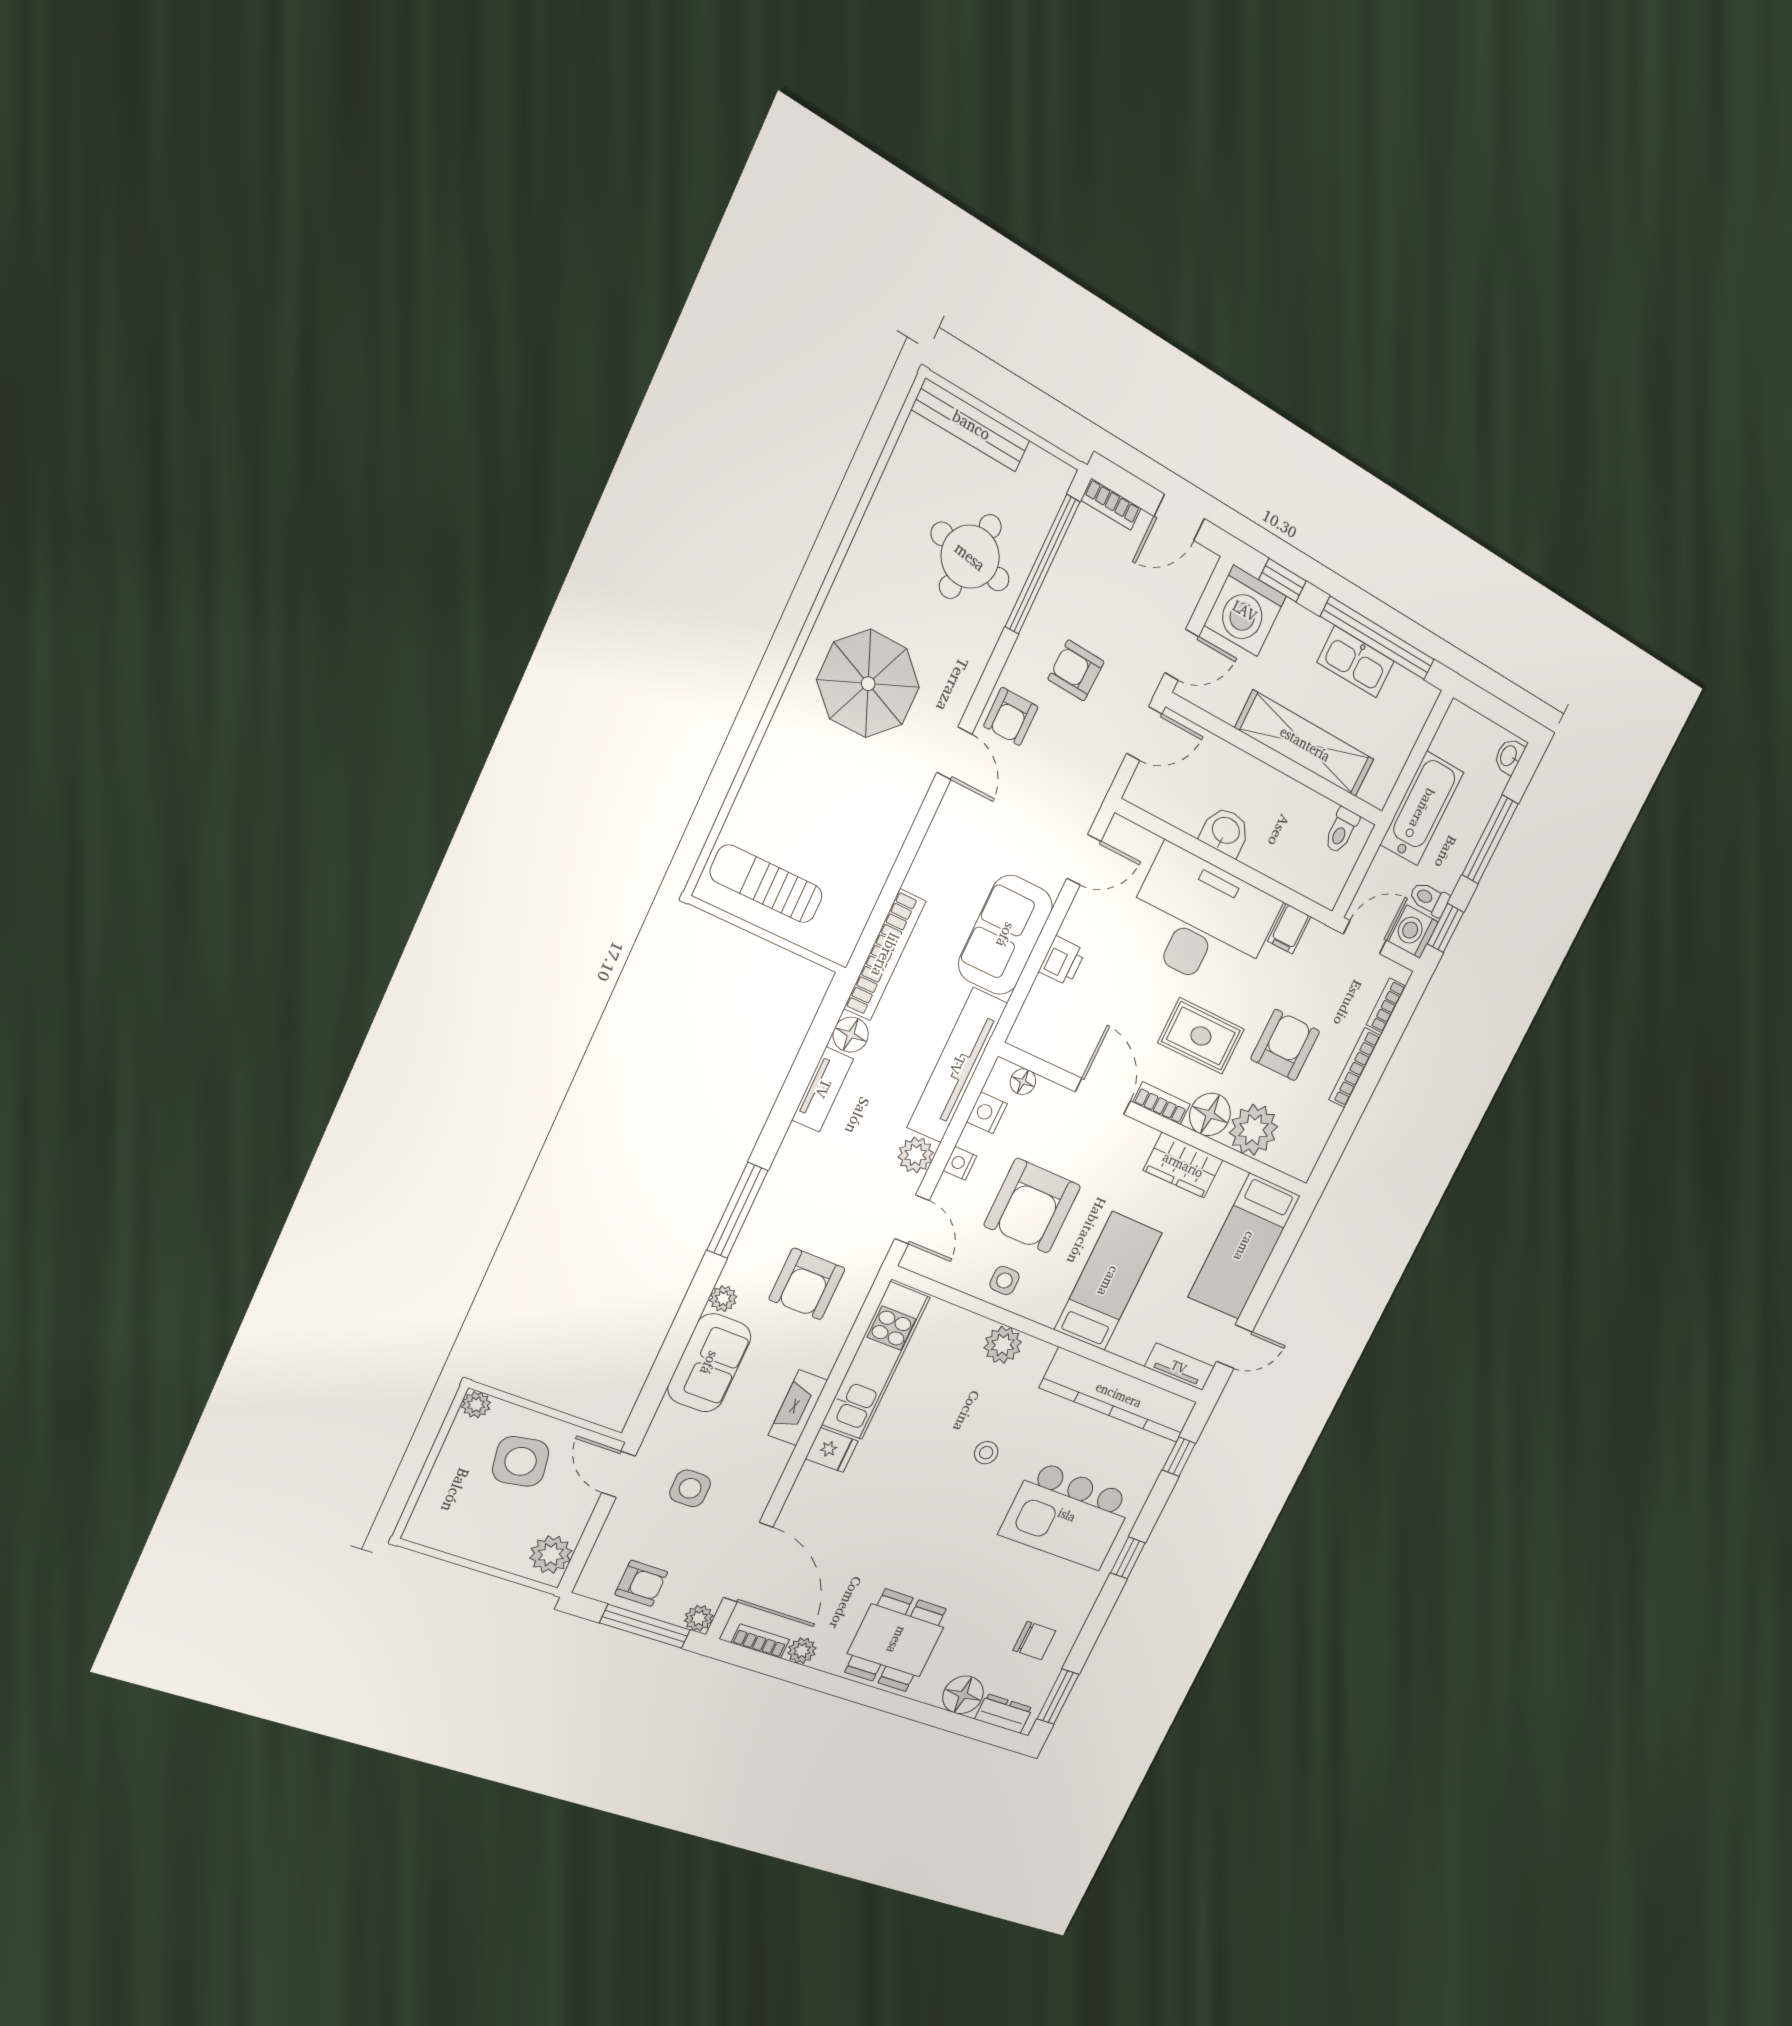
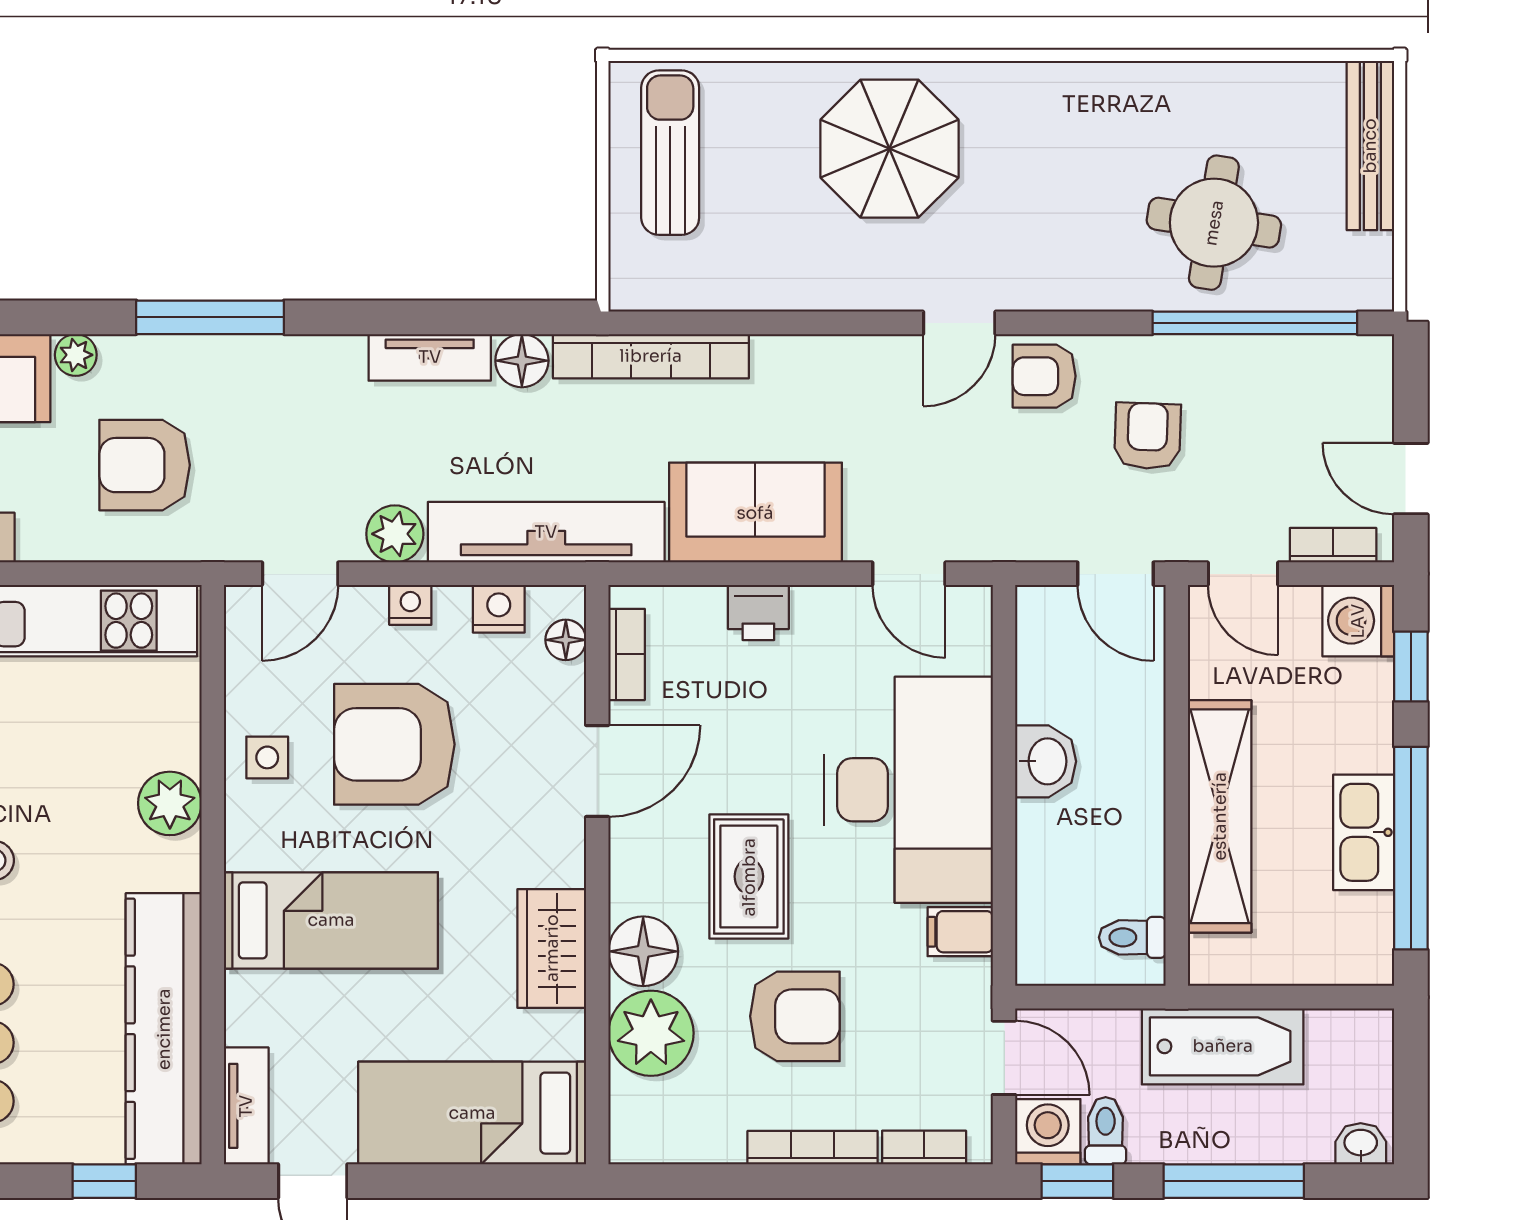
bookcase: (1111, 504) -> (1333, 545), moved, turned 90
washing machine: (1245, 611) -> (1358, 621), width x0.73, depth x0.73
parasol: (868, 684) -> (889, 149), moved
bookcase: (1161, 1103) -> (627, 654), moved

